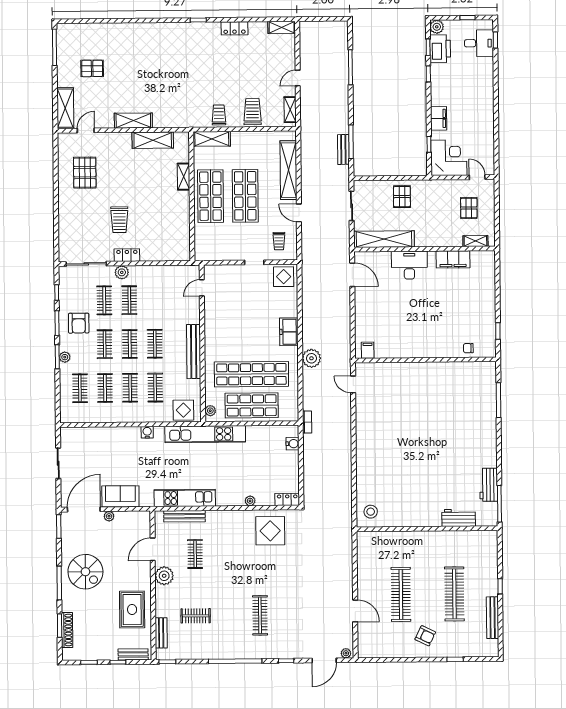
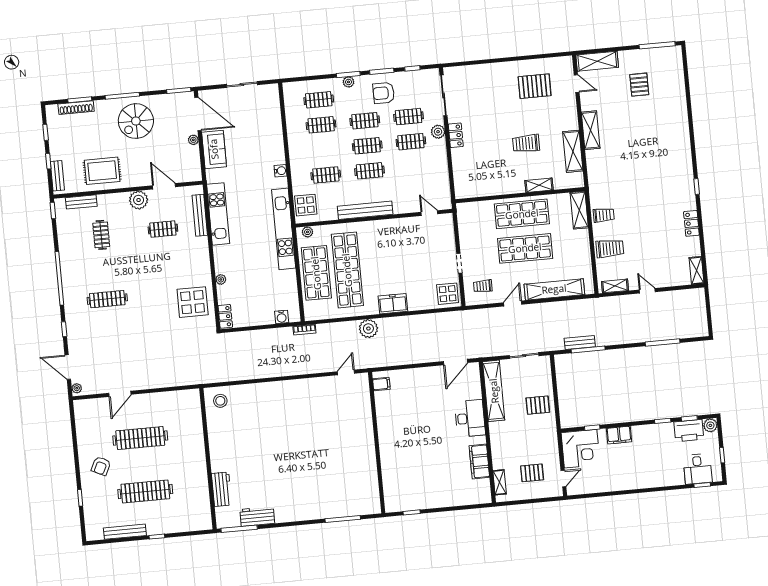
trolley: (119, 220) -> (526, 143), moved
chair: (468, 348) -> (392, 484), removed
clothes rail: (130, 388) -> (323, 150), removed

